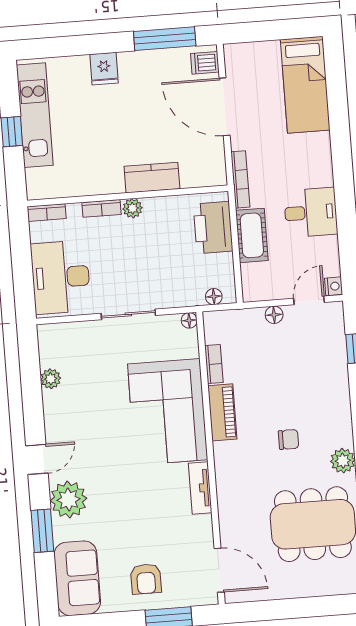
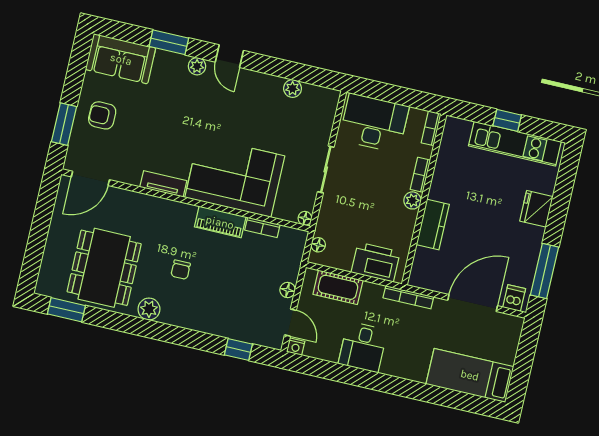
fridge: (104, 69) -> (536, 209), width x1.38
cot: (252, 235) -> (338, 287), moved
plant: (68, 500) -> (197, 66), width x0.53, depth x0.53

